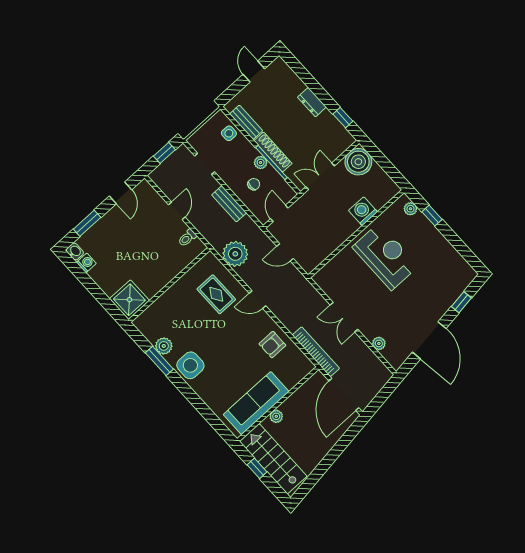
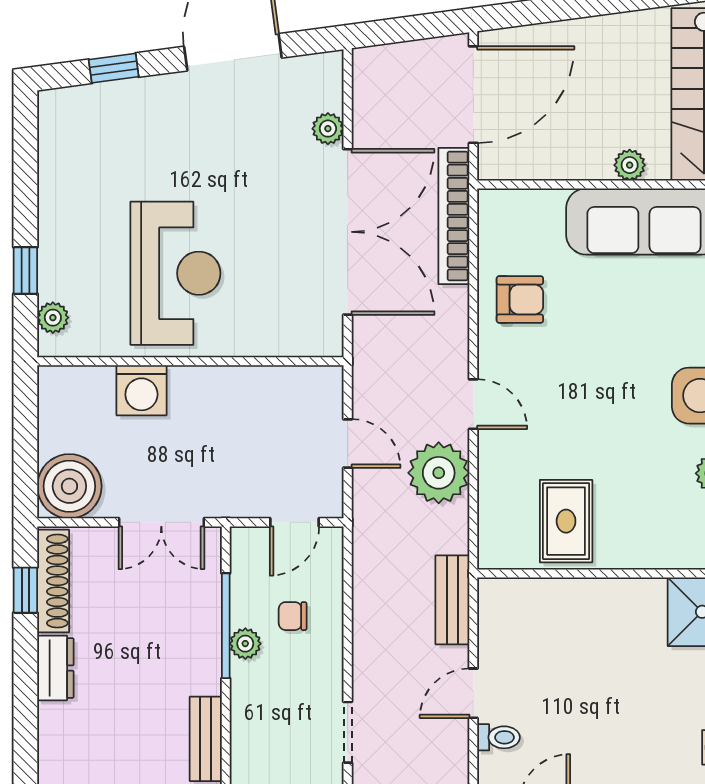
side table: (229, 133) -> (254, 747), removed
shoe rack: (273, 152) -> (53, 581), moved, turned 180
bench: (229, 204) -> (452, 600), moved
toilet: (187, 238) -> (499, 737), moved
plant: (235, 254) -> (439, 473), moved
reception desk: (385, 257) -> (175, 273), turned 180
rug: (216, 294) -> (566, 521), moved
double door: (344, 317) -> (348, 232), width x1.87

